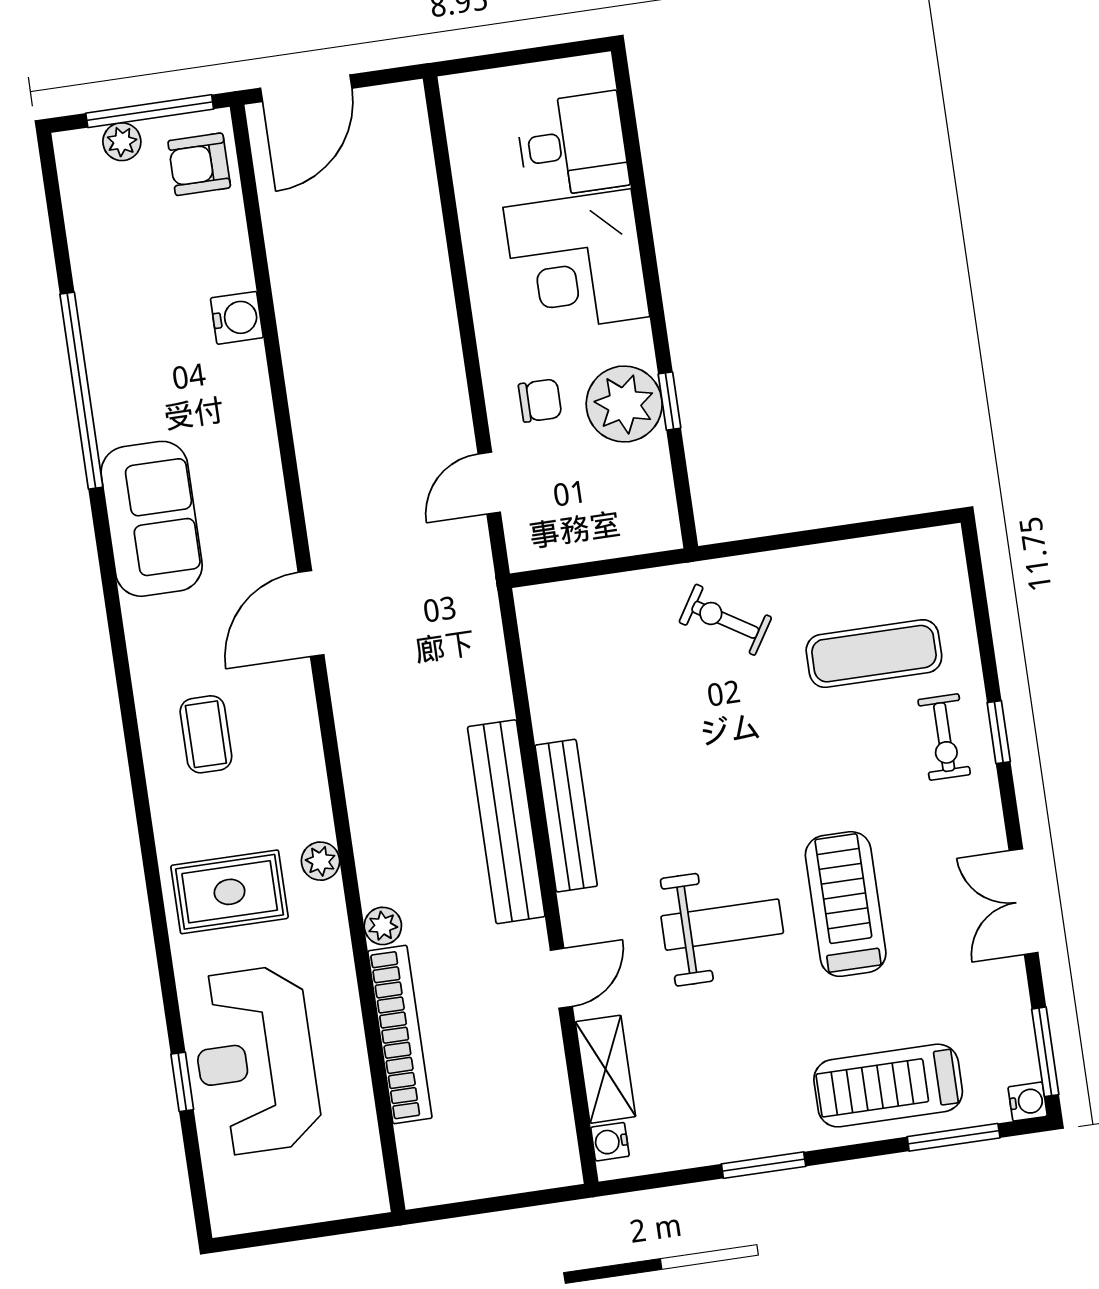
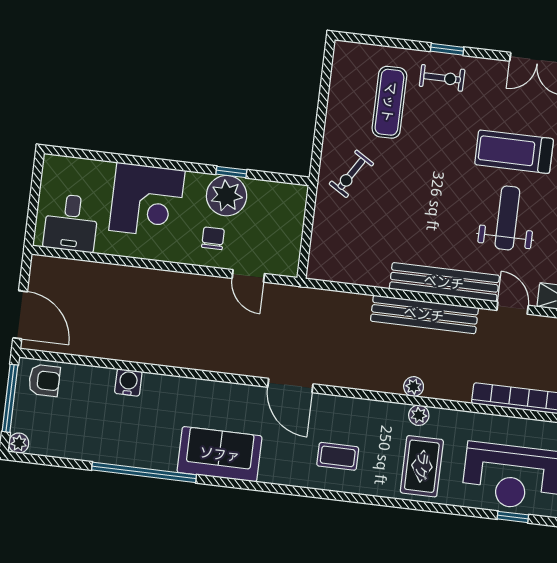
plant: (122, 142) -> (19, 443), moved
desk: (572, 145) -> (71, 223), moved, turned 180
armchair: (199, 164) -> (44, 380), turned -90
bench: (566, 816) -> (444, 282), width x1.37, depth x1.21
plant: (383, 926) -> (414, 387), moved

